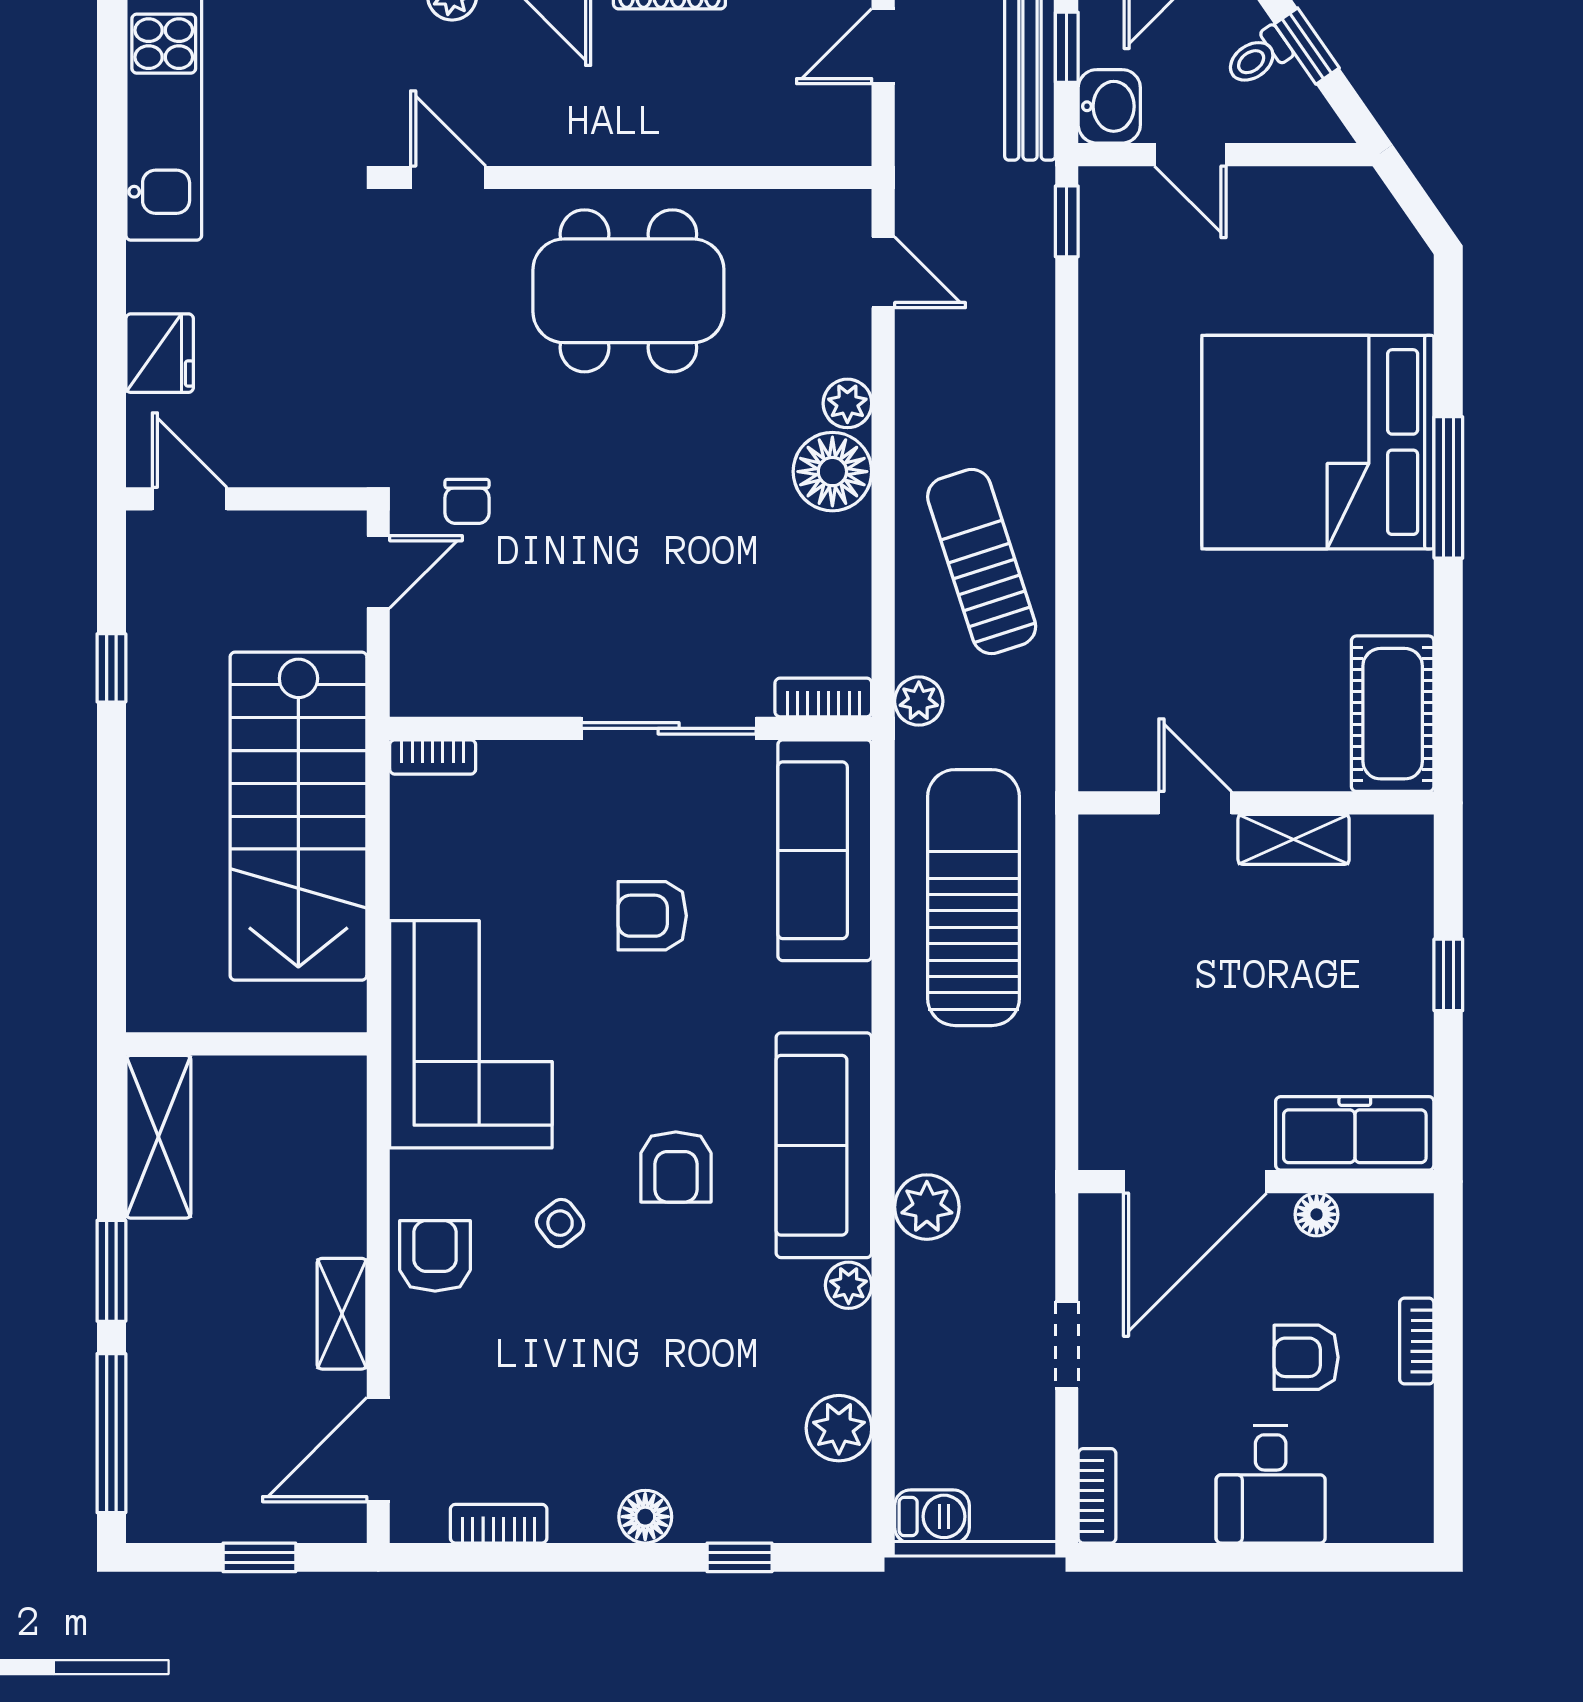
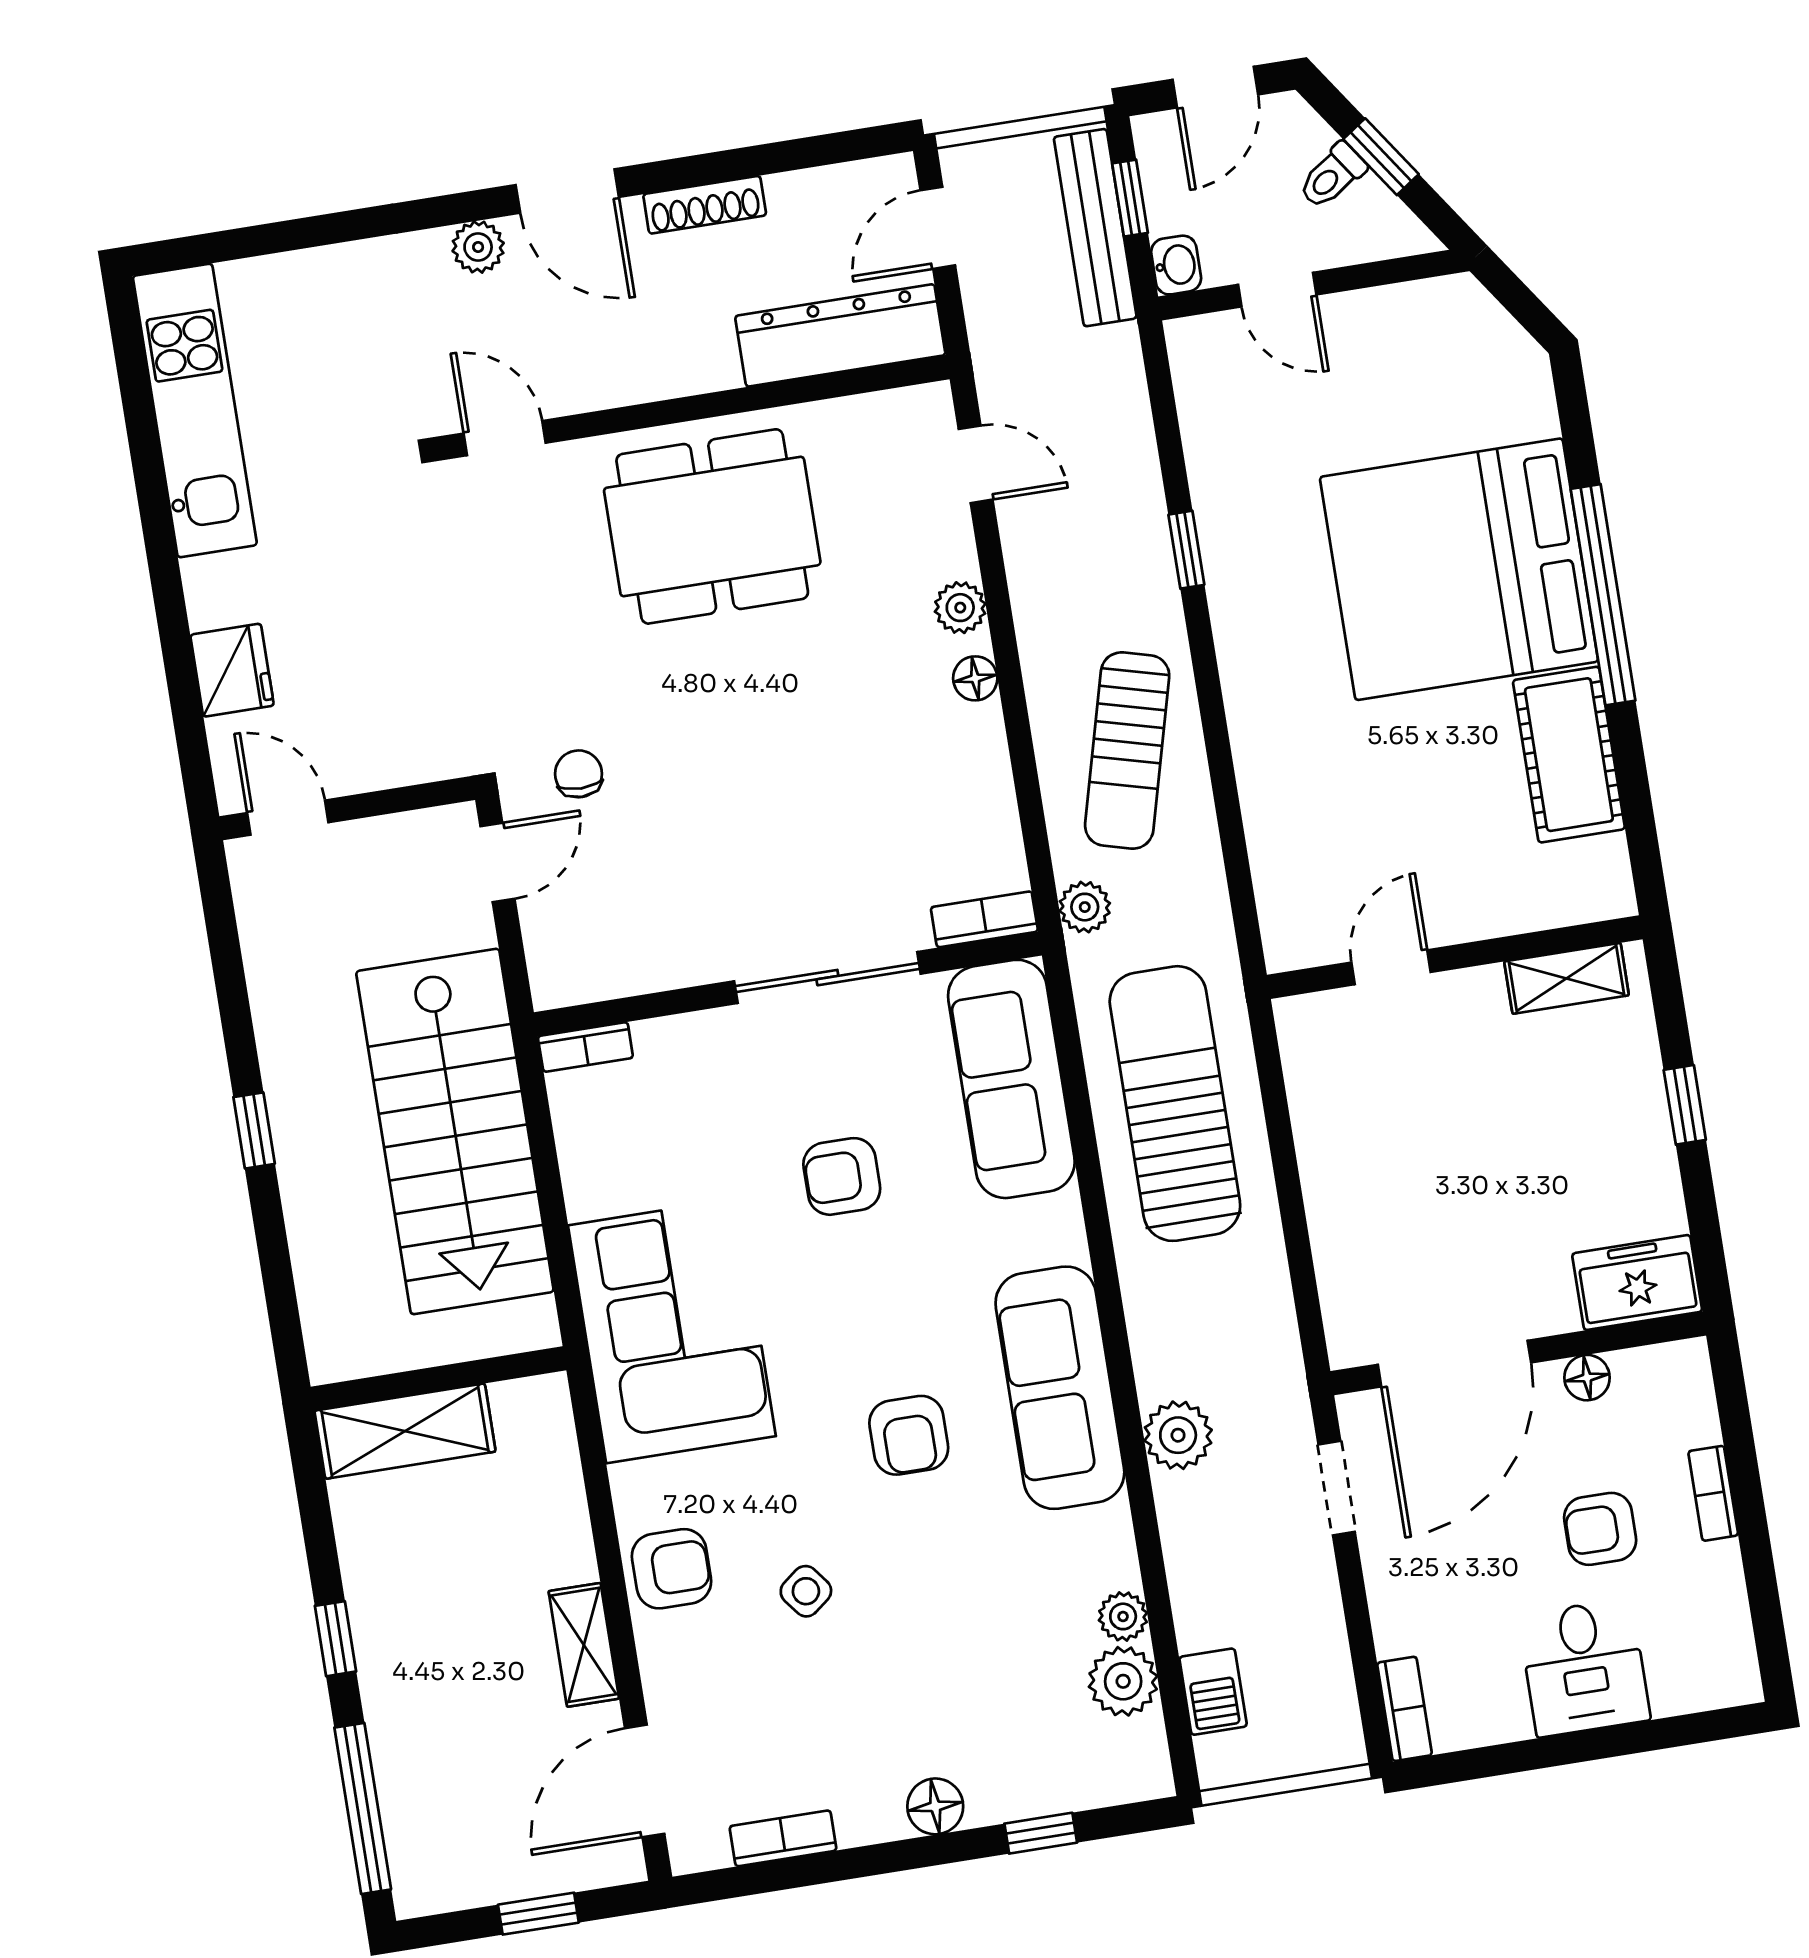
washbasin: (1109, 106) -> (1176, 265), width x0.72, depth x0.69
dresser: (776, 132) -> (840, 335), added
window: (1067, 221) -> (1186, 550), moved
floor lamp: (832, 472) -> (975, 678), width x0.53, depth x0.53
window: (1448, 487) -> (1603, 595), width x1.46
chair: (467, 501) -> (579, 774), turned 180
sun lounger: (982, 562) -> (1127, 751), turned -147
window: (111, 668) -> (254, 1130), moved
cot: (1393, 714) -> (1569, 755), moved
door: (1195, 803) -> (1391, 967), hinge flipped
shelving: (1294, 839) -> (1567, 978), moved
freezer: (1355, 1133) -> (1637, 1283), width x0.71
shelving: (158, 1137) -> (405, 1431), moved, turned 90
side table: (560, 1223) -> (806, 1591), moved
armchair: (435, 1256) -> (672, 1569), turned 90
window: (111, 1271) -> (335, 1639), width x0.67
plant: (849, 1285) -> (1123, 1616), moved
doorway: (1067, 1345) -> (1337, 1488), moved
barbecue: (932, 1516) -> (1213, 1692), moved, turned 90

